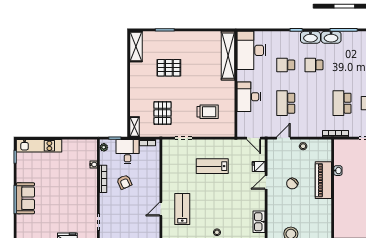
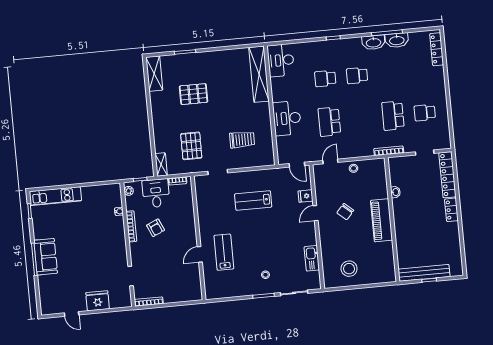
washbasin: (310, 37) -> (397, 40), moved
desk: (251, 50) -> (281, 60), width x0.73, depth x0.77
piano: (323, 180) -> (382, 220), moved

